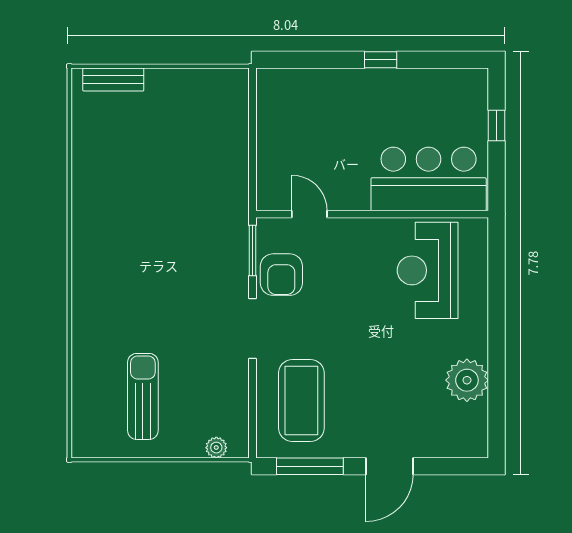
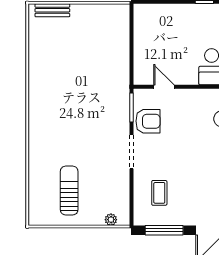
armchair: (281, 275) -> (148, 121), turned -90
coffee table: (301, 401) -> (159, 193), width x0.54, depth x0.58

